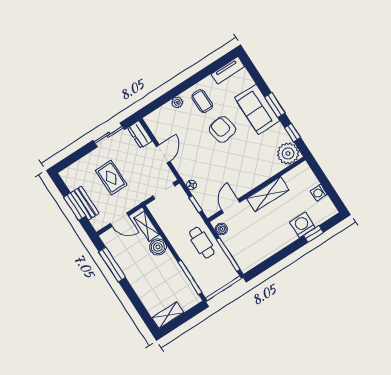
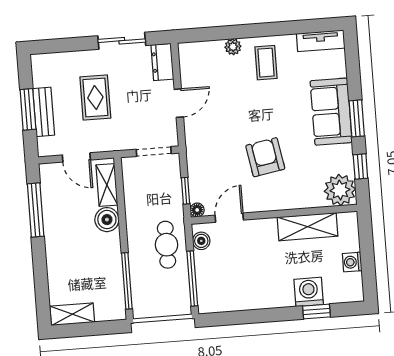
armchair: (222, 129) -> (265, 157), moved
floor lamp: (191, 185) -> (197, 210), moved
shelving: (268, 194) -> (307, 227), moved

